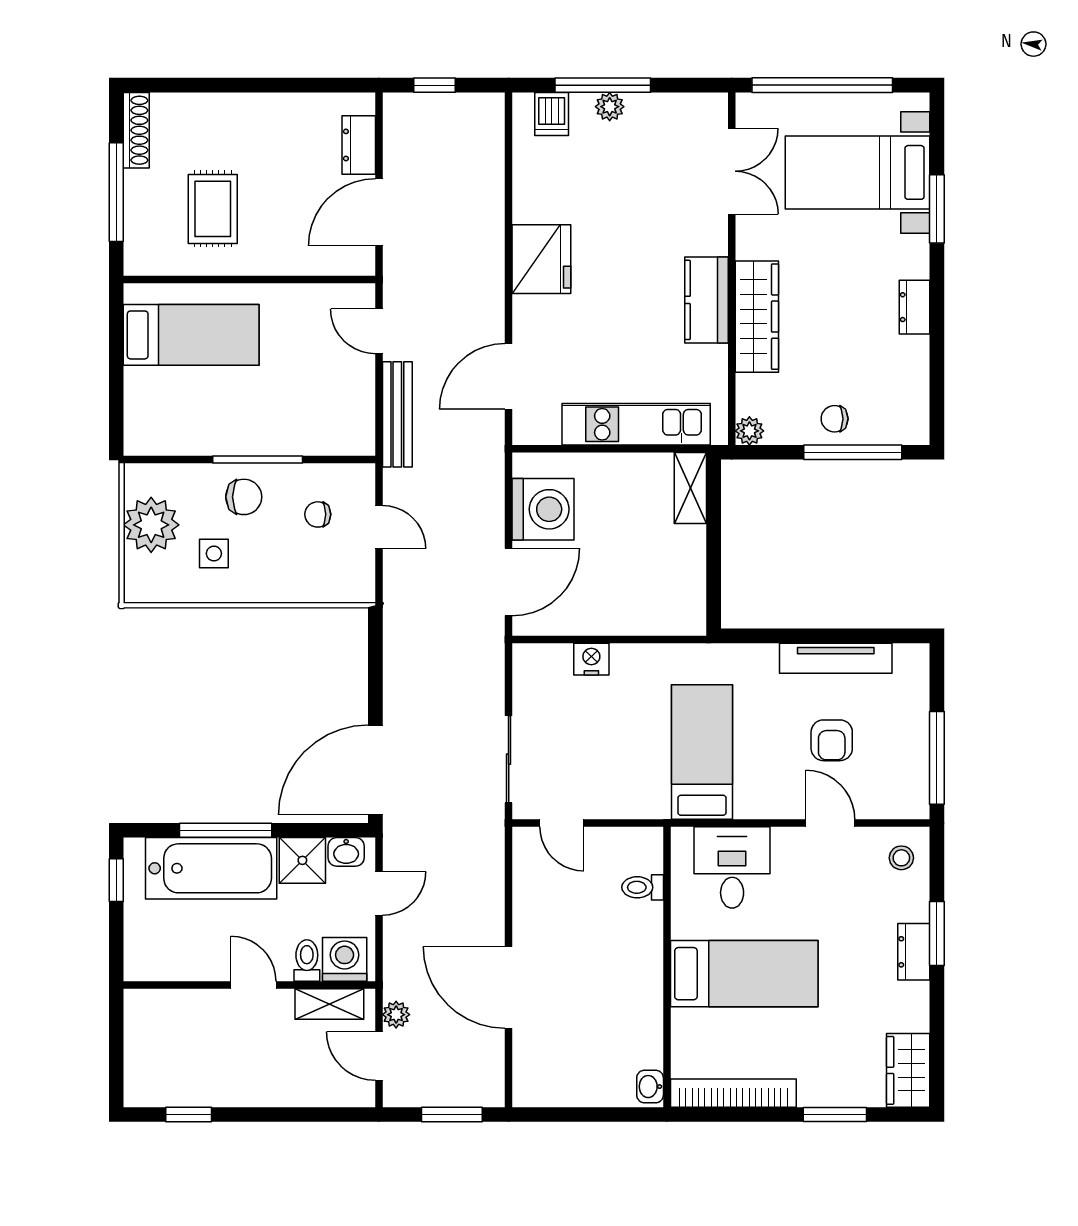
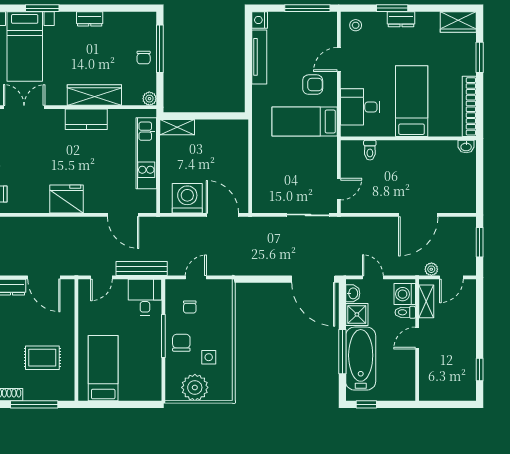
desk: (338, 421) -> (145, 297), added
nightstand: (591, 659) -> (260, 20), moved
armchair: (832, 740) -> (313, 85), moved

